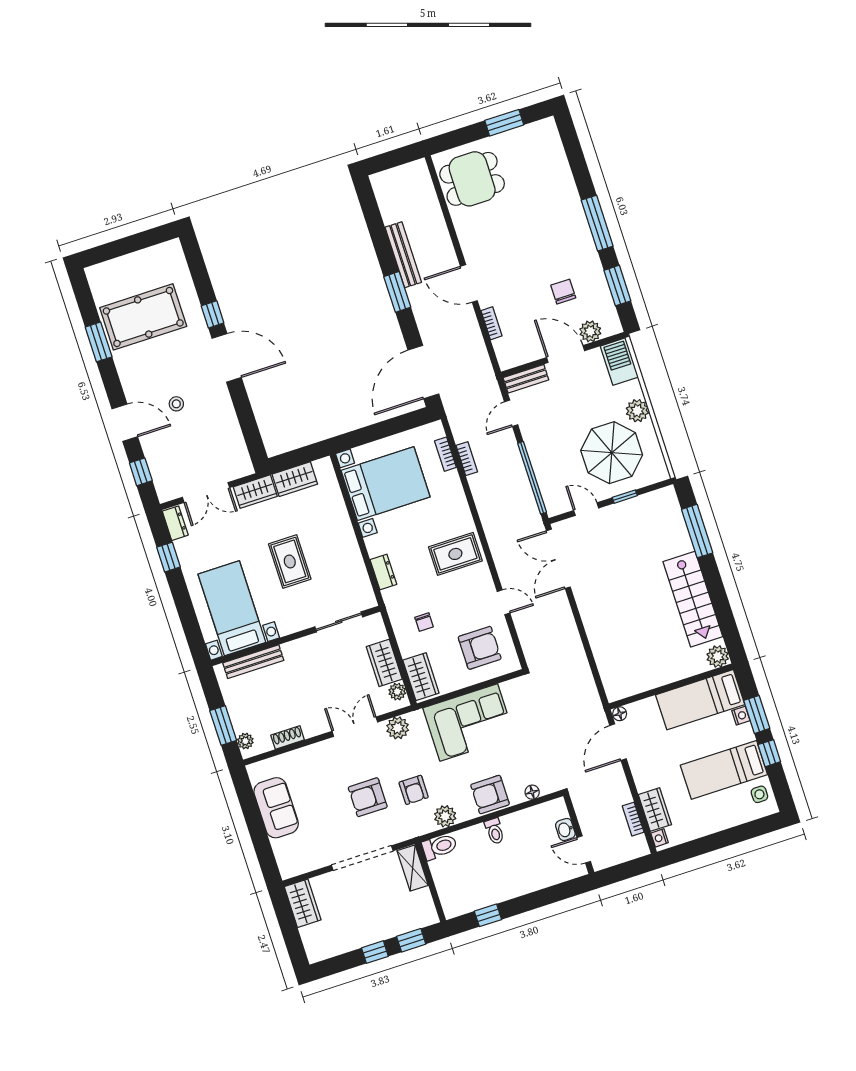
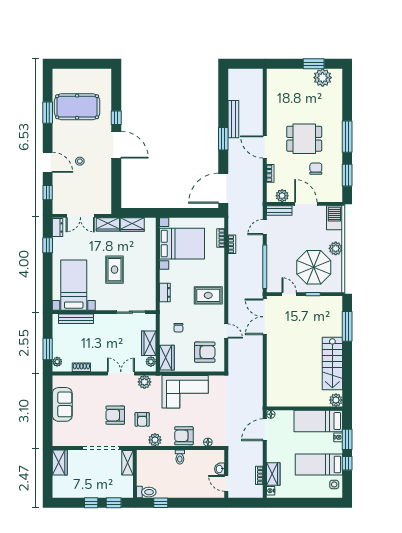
plant: (526, 140) -> (323, 78), added
dining table: (472, 179) -> (304, 139), moved
plant: (590, 331) -> (282, 196), moved
toilet: (440, 847) -> (146, 492), moved

